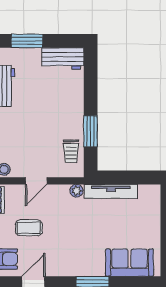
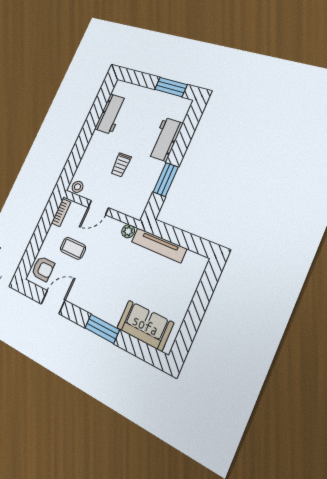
window: (27, 41) -> (171, 87), moved
workbench: (63, 59) -> (165, 139), moved, turned 90
trolley: (71, 151) -> (121, 165), moved

